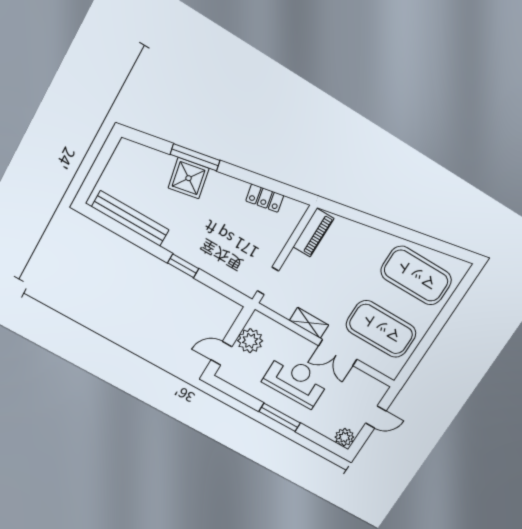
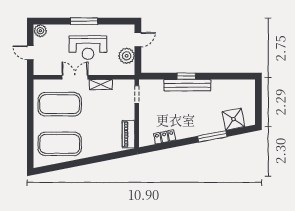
shower: (189, 178) -> (233, 119), moved
bench: (130, 218) -> (187, 85), moved
door: (376, 417) -> (30, 53), hinge flipped

